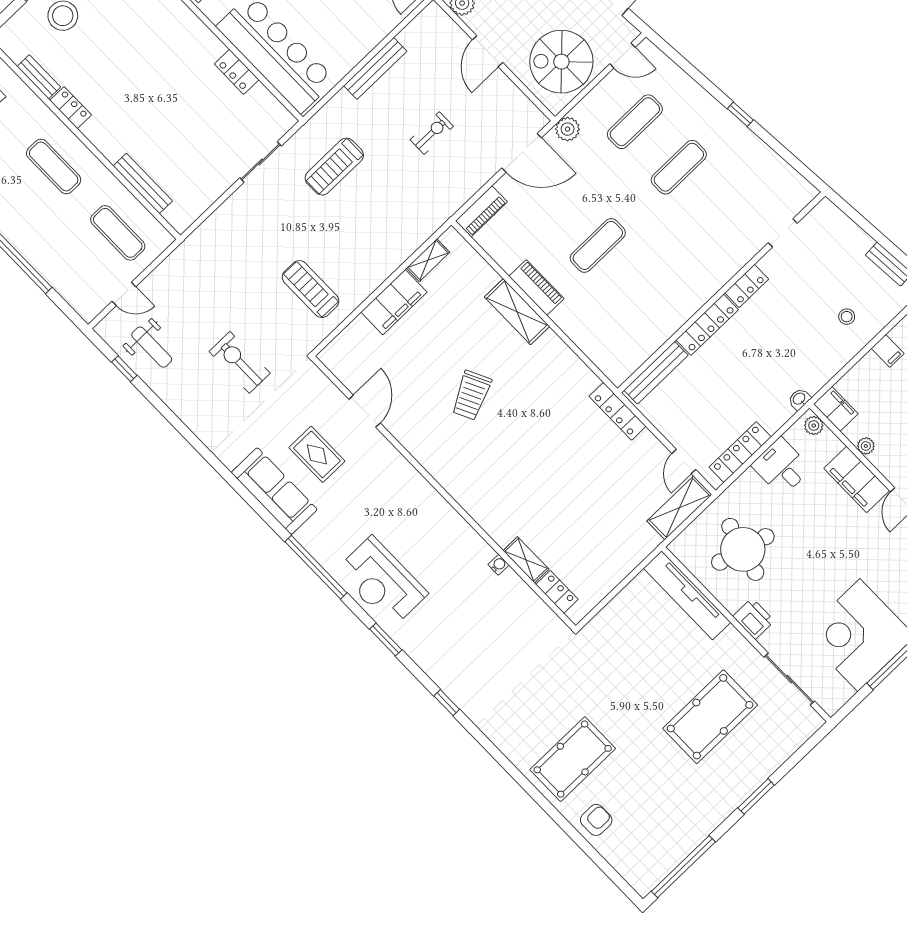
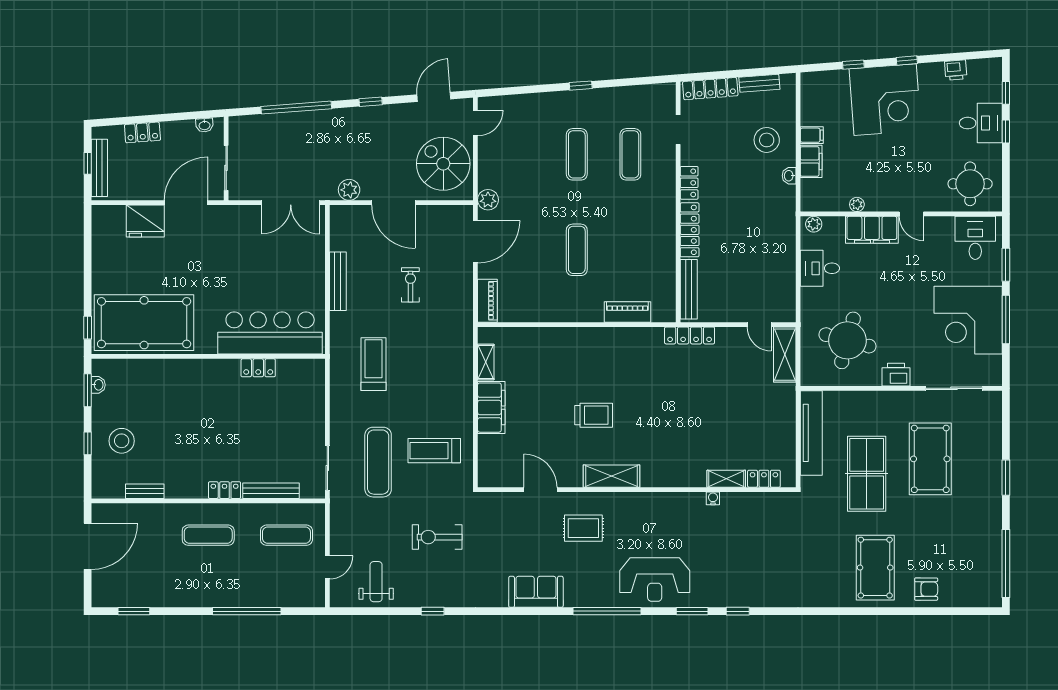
door: (488, 51) -> (393, 203), width x1.36
spiral stairs: (561, 62) -> (443, 164), turned 90
locker: (71, 108) -> (225, 490), moved
exercise mat: (635, 122) -> (630, 154), moved
sliding door: (261, 162) -> (327, 468), moved
treadmill: (334, 167) -> (374, 364), turned 180
exercise mat: (255, 251) -> (378, 462), added
piano: (536, 288) -> (627, 312), moved
shelving: (517, 312) -> (612, 476), moved
stool: (847, 317) -> (767, 140), width x1.89, depth x1.89
weight bench: (152, 347) -> (376, 582), turned -90
window: (124, 369) -> (433, 611), moved
trolley: (471, 395) -> (594, 415), turned -64
washbasin: (799, 399) -> (789, 176), moved
filing cabinet: (836, 409) -> (811, 161), moved, turned 90
locker: (740, 452) -> (710, 89), moved, turned -94
rug: (317, 454) -> (583, 528), moved
sofa: (274, 491) -> (536, 592), width x0.73
tv unit: (687, 595) -> (811, 433), moved, turned -90
table tennis table: (645, 675) -> (867, 474), added
window: (447, 703) -> (738, 611), moved
armchair: (596, 820) -> (926, 589), turned 90

